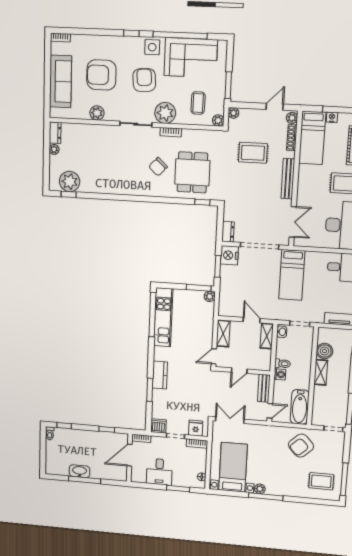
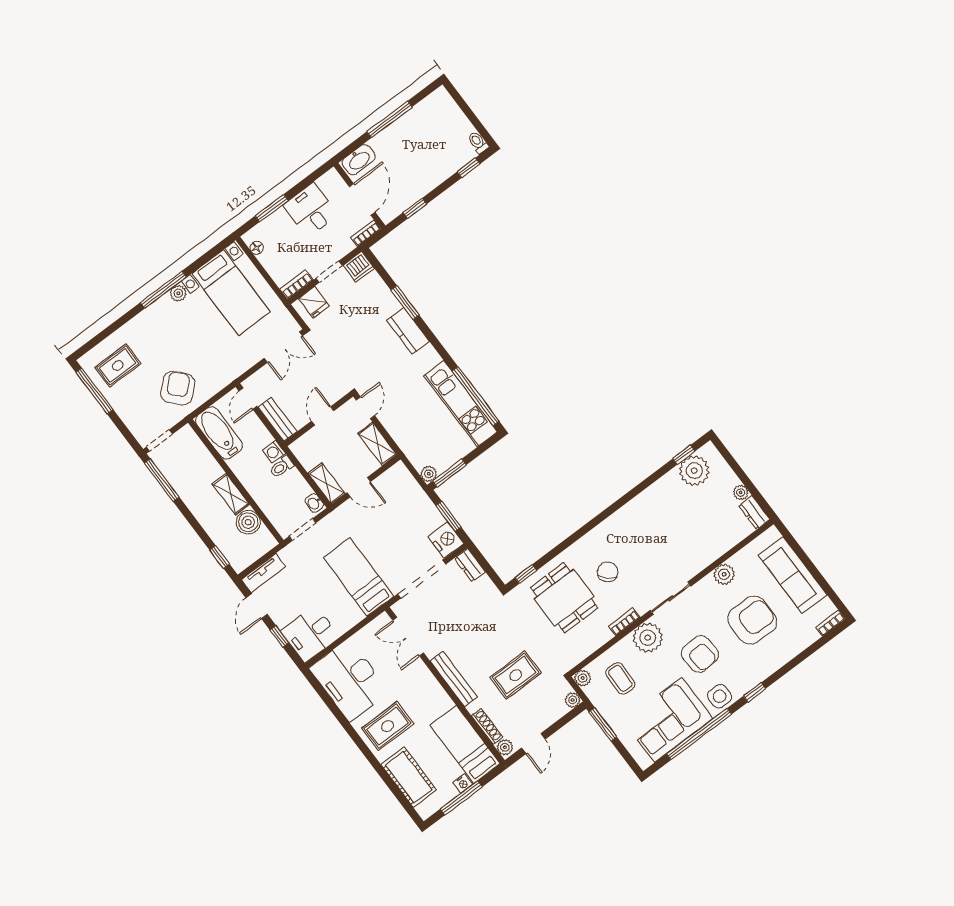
washbasin: (80, 471) -> (359, 160), moved

